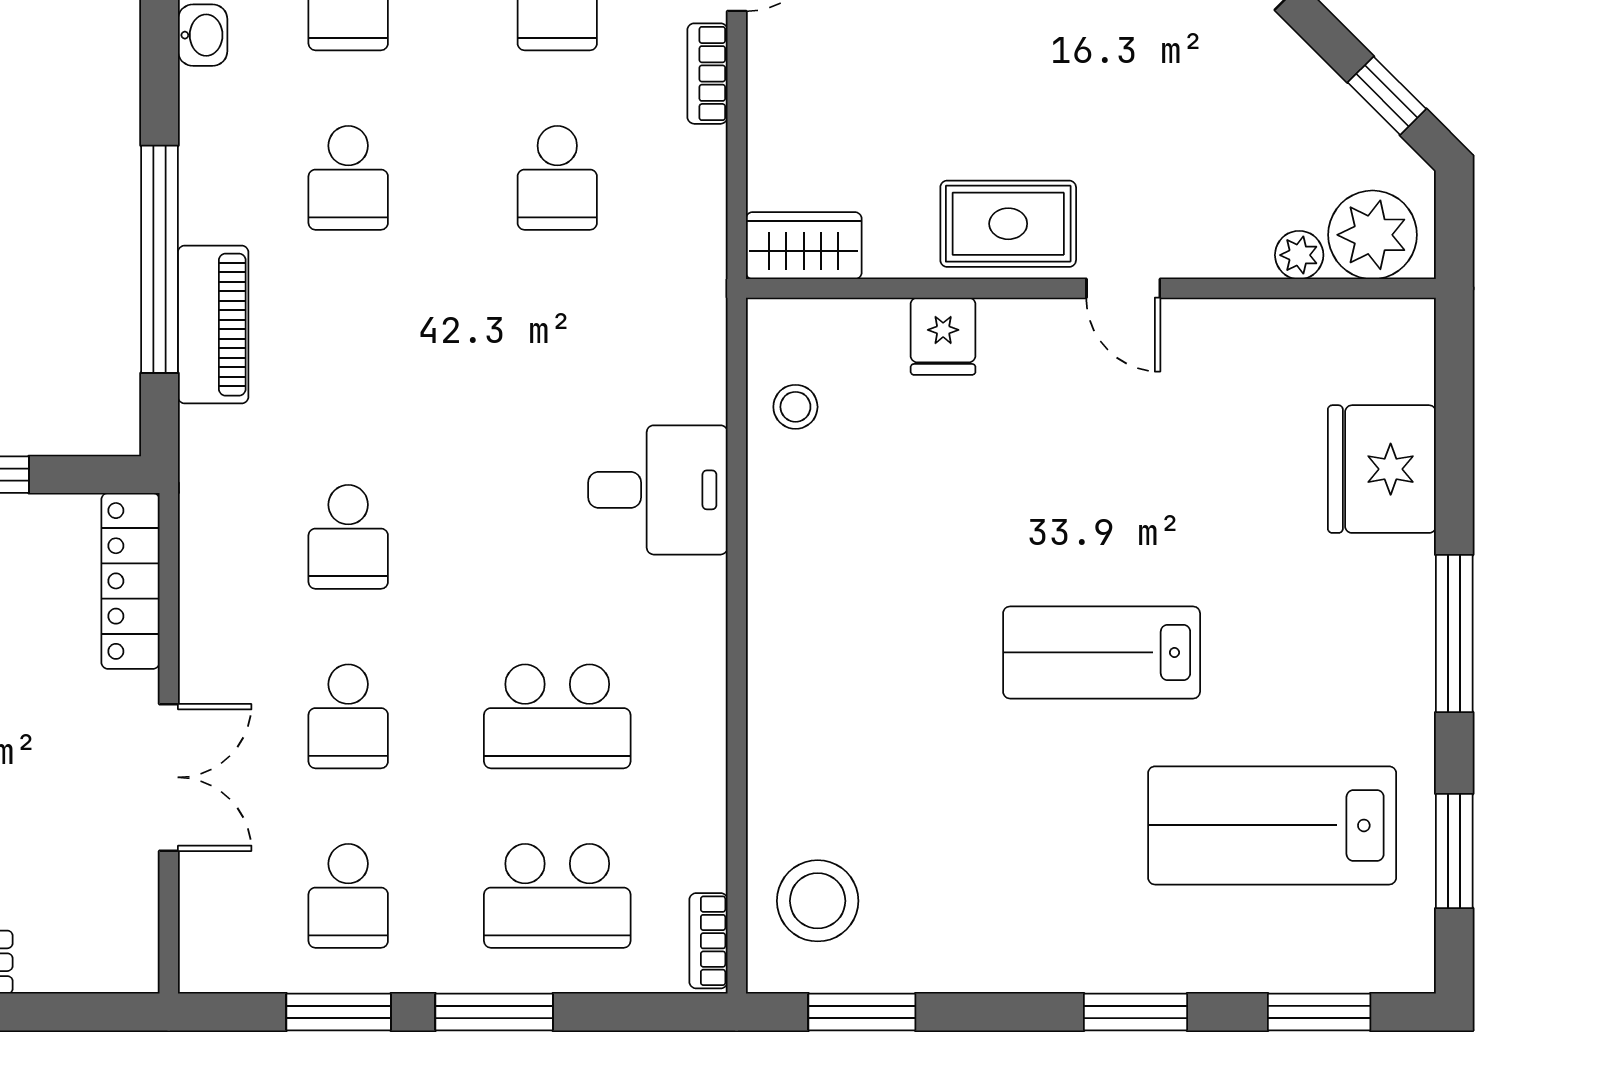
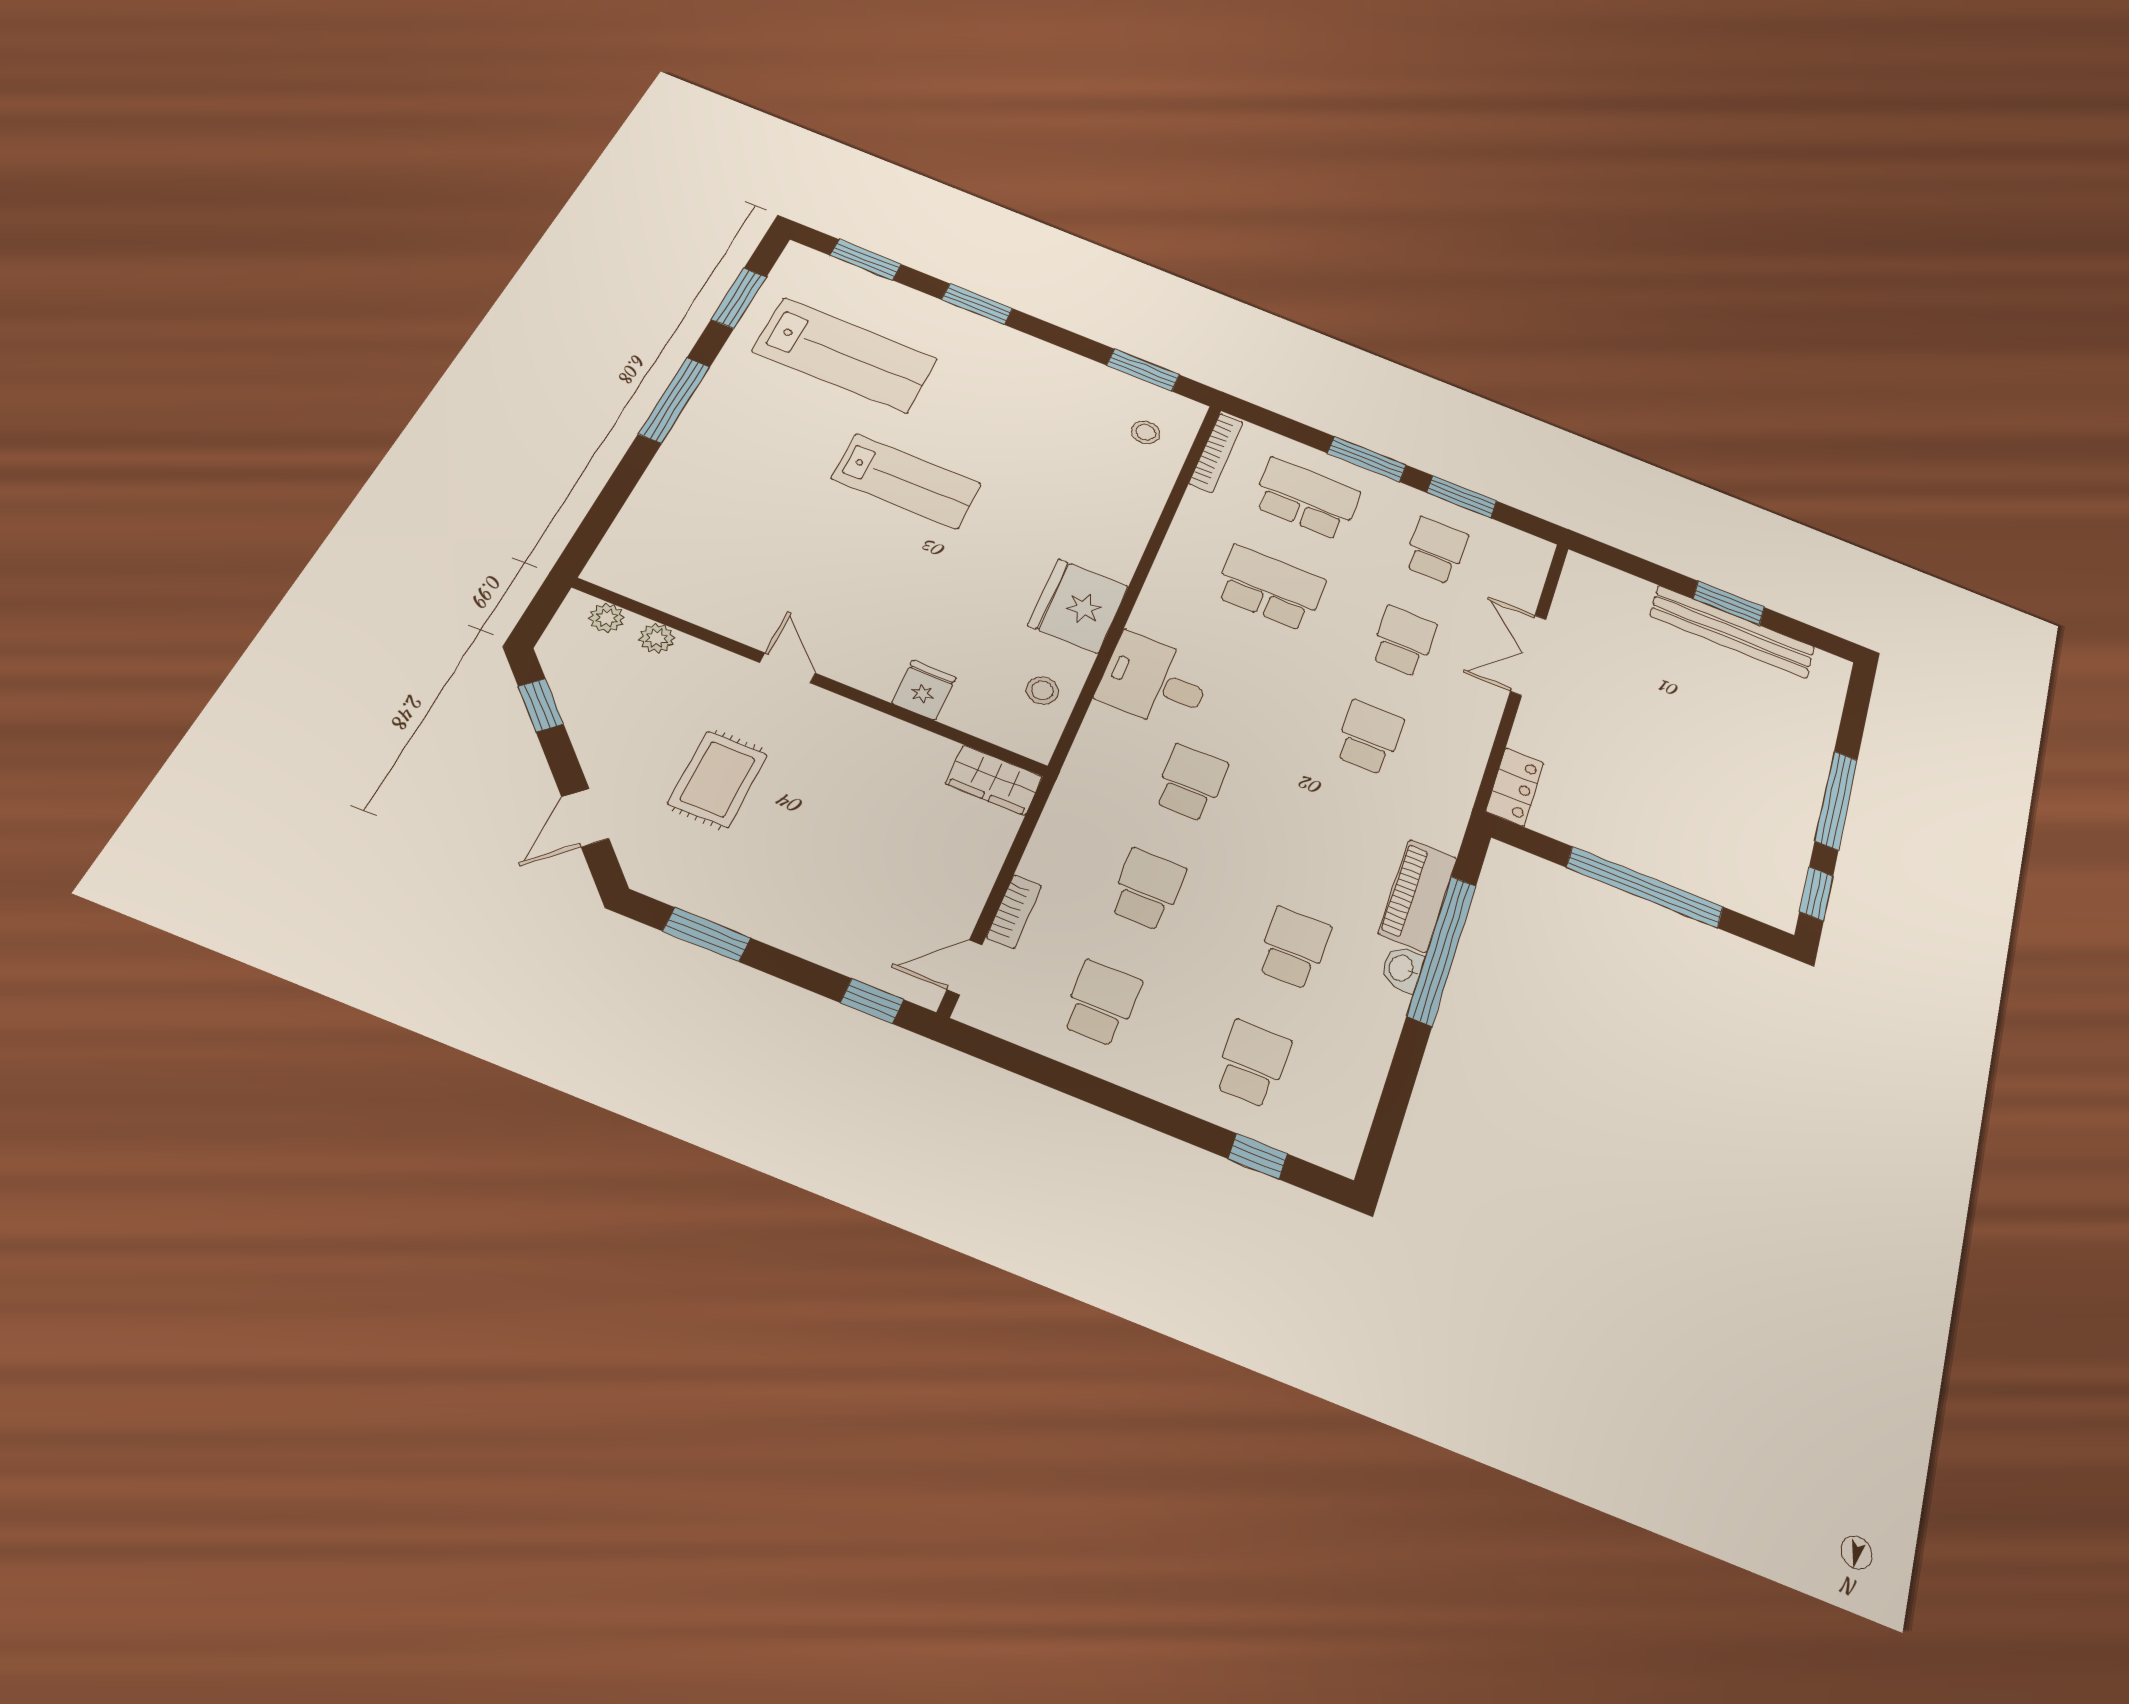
washbasin: (203, 35) -> (1402, 969), moved
rug: (1008, 224) -> (718, 779), moved, turned 90
plant: (1373, 235) -> (607, 618), width x0.53, depth x0.53
school desk: (557, 357) -> (1191, 783), added
fridge: (1382, 469) -> (1078, 606), moved, turned 180
locker: (130, 581) -> (1515, 787), width x0.66
stool: (818, 901) -> (1146, 432), width x0.53, depth x0.53
bookcase: (708, 941) -> (1216, 453), width x1.56

